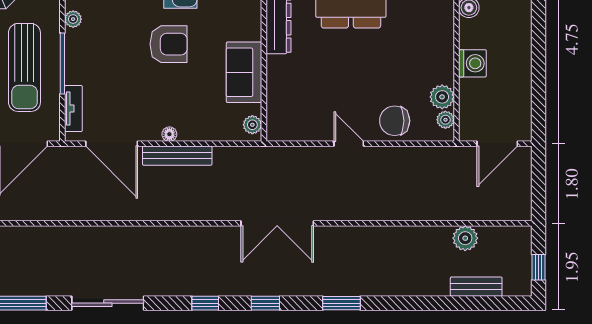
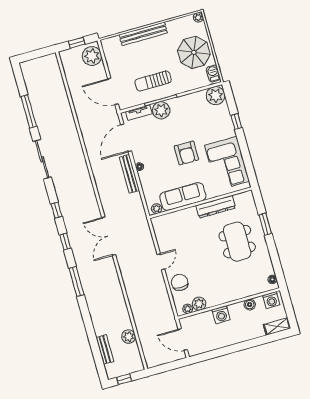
plant: (73, 19) -> (161, 110), moved, width x1.88, depth x1.88
sun lounger: (24, 67) -> (153, 81), width x0.73, depth x0.75
sofa: (244, 72) -> (183, 197), width x1.36
window: (342, 303) -> (76, 281), width x1.44

